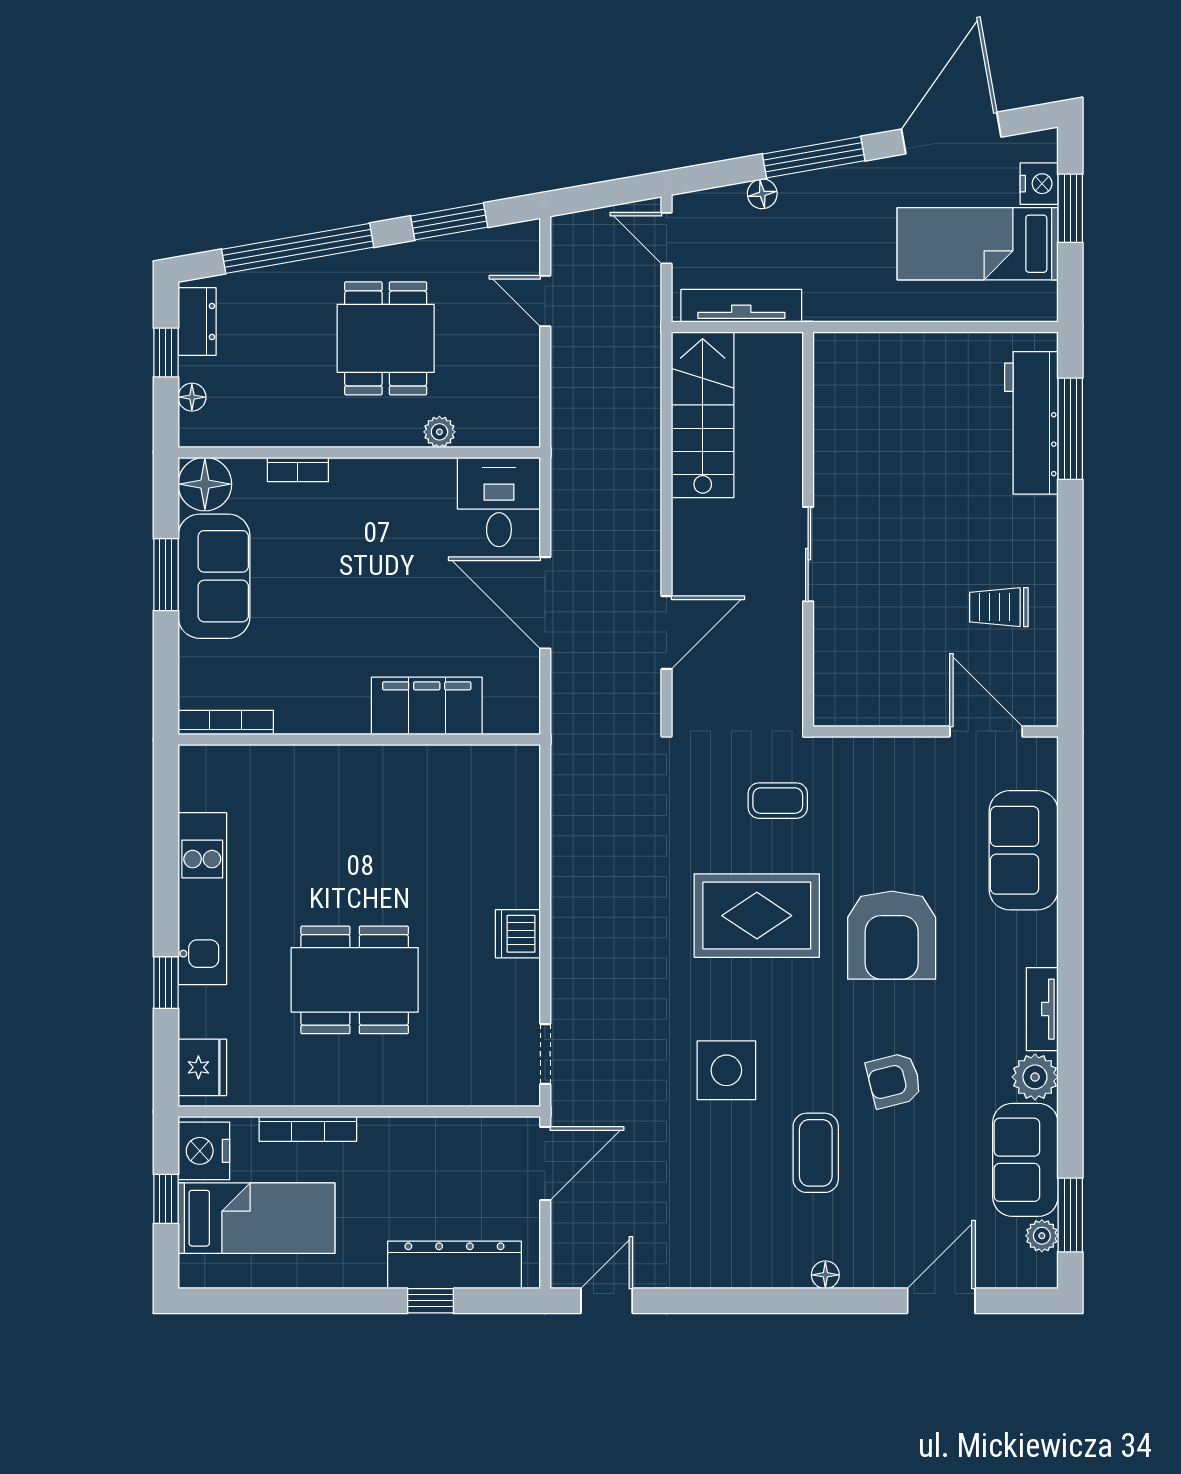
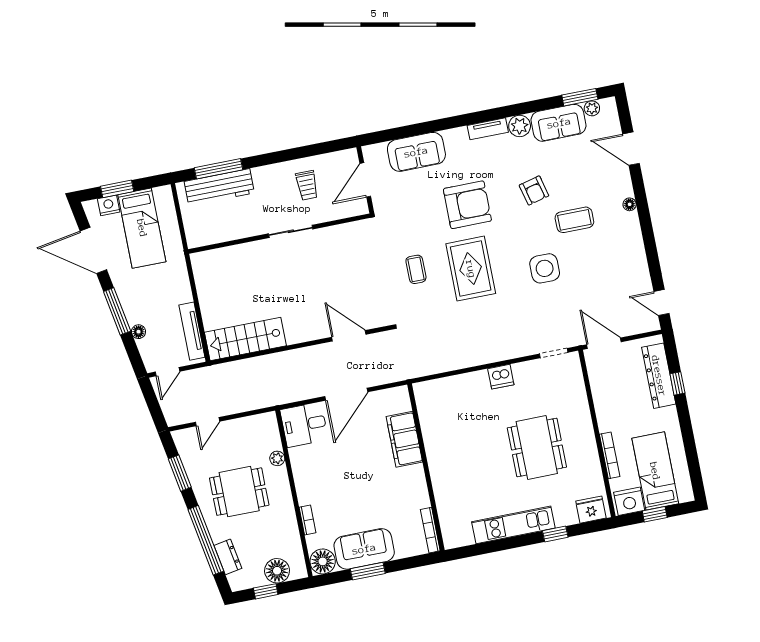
dresser: (197, 321) -> (228, 557), moved, turned 80
floor lamp: (192, 397) -> (277, 571), width x1.89, depth x1.89
wall: (808, 529) -> (279, 234), moved
sliding door: (808, 554) -> (291, 231), moved

